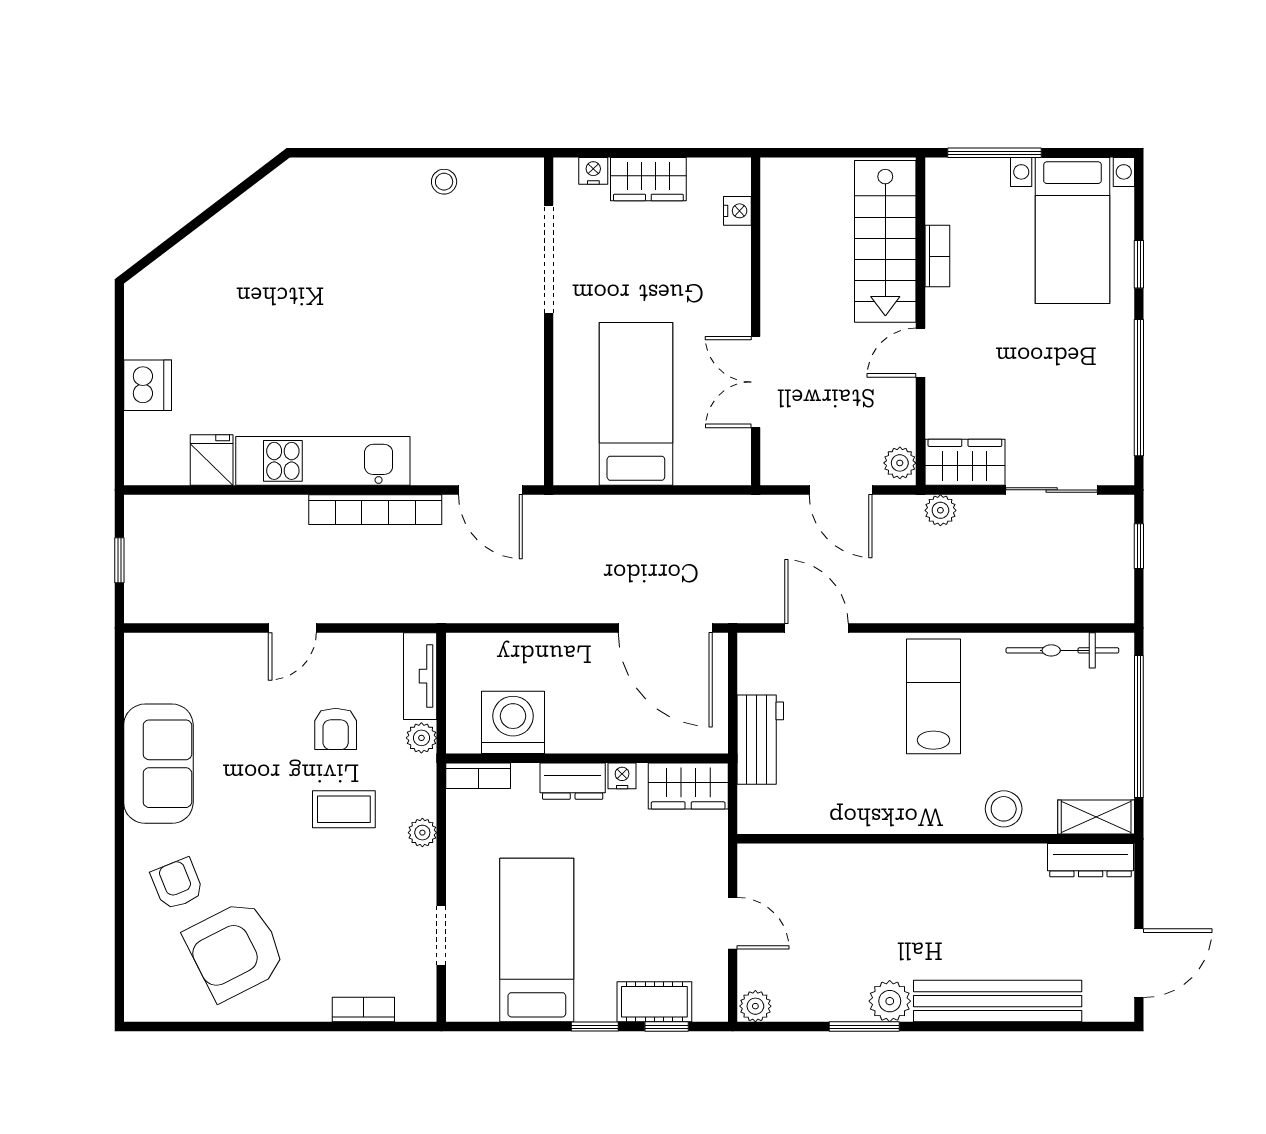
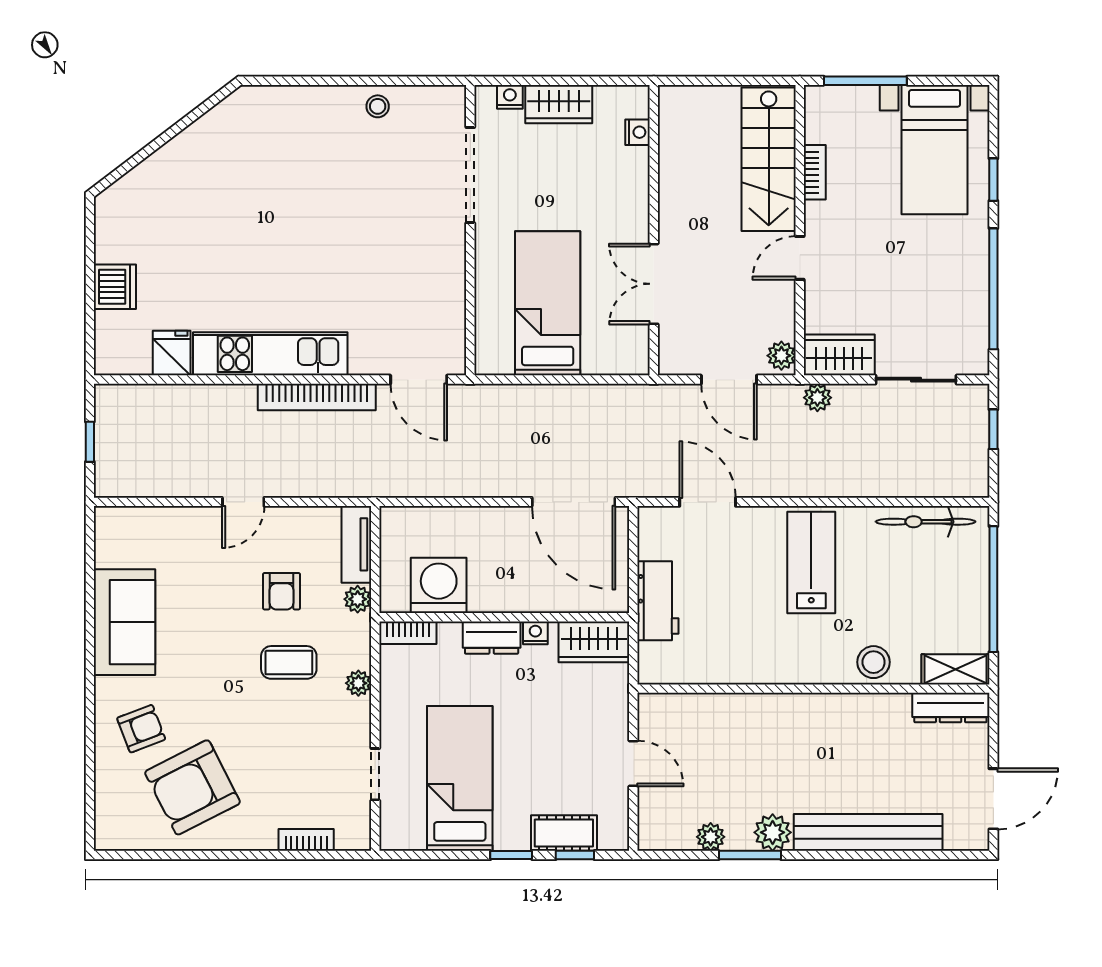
armchair: (177, 884) -> (141, 729), turned 91
plant: (755, 1006) -> (711, 837), moved

